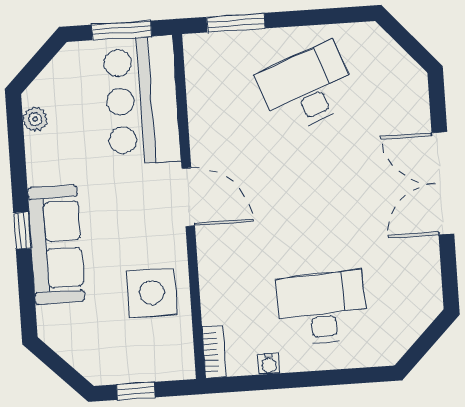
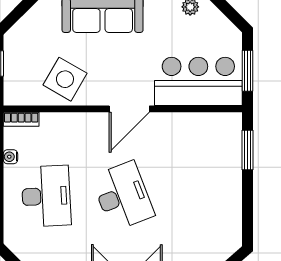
desk: (307, 88) -> (123, 196), moved
side table: (152, 293) -> (65, 79), turned 30

